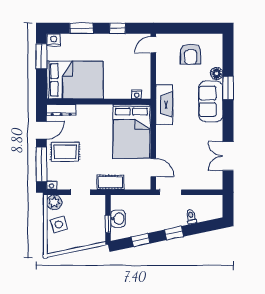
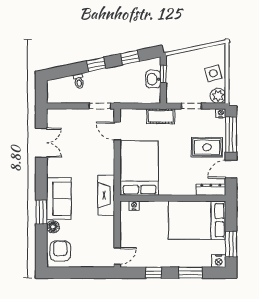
armchair: (191, 54) -> (60, 251), moved

